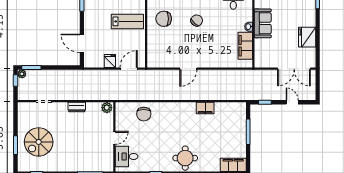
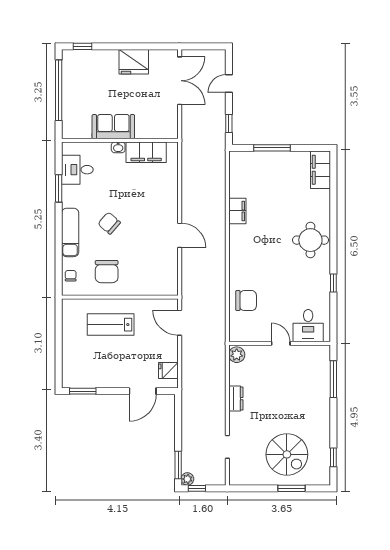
lab bench: (127, 21) -> (111, 325), turned -90
fridge: (110, 61) -> (168, 371), moved

